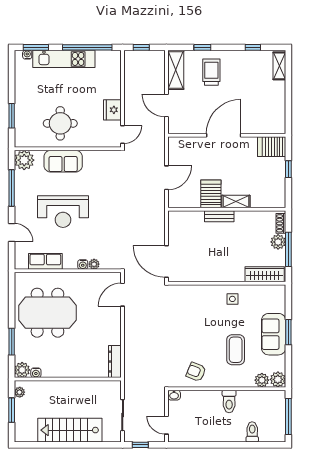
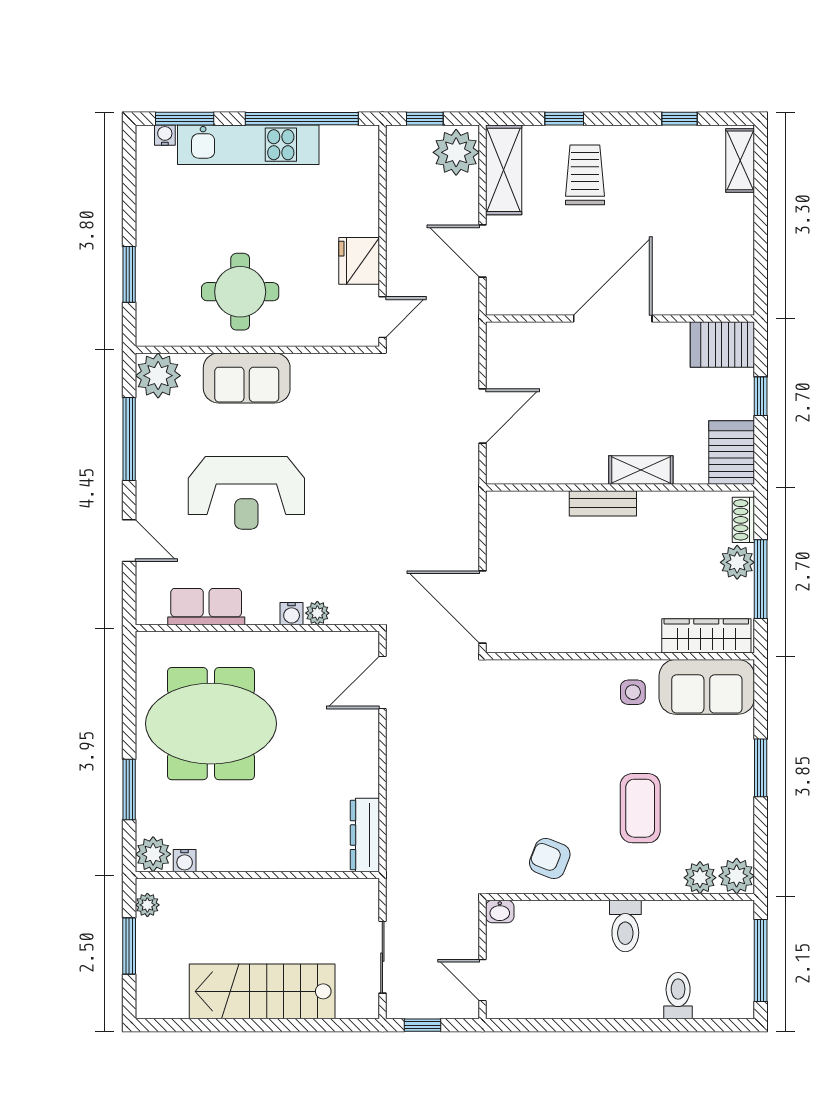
plant: (155, 62) -> (456, 152), added
server rack: (211, 194) -> (732, 453), moved
sofa: (274, 334) -> (707, 687), moved, turned -90

